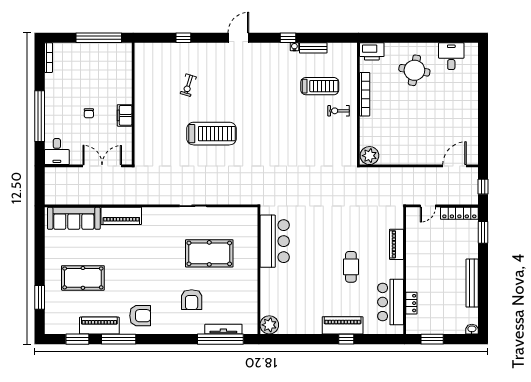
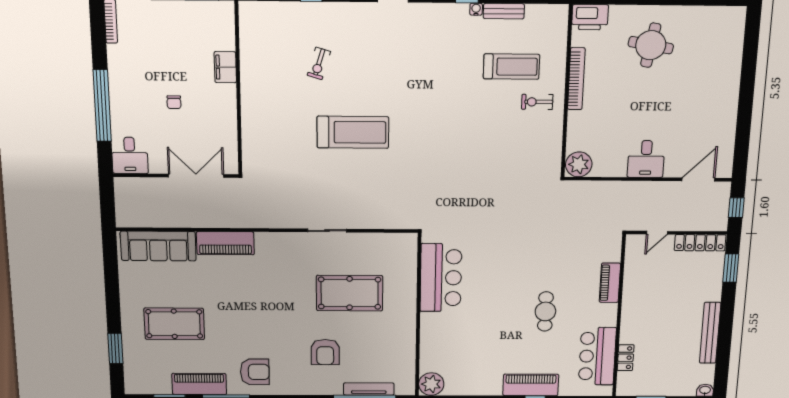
desk: (451, 56) -> (646, 159), moved, turned 180
filing cabinet: (125, 115) -> (225, 67), moved

